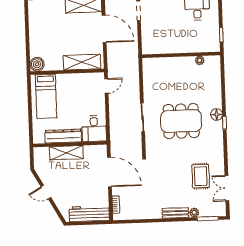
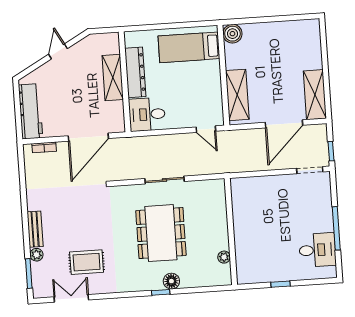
wall: (181, 55) -> (231, 231), moved
plant: (200, 60) -> (224, 257), moved

